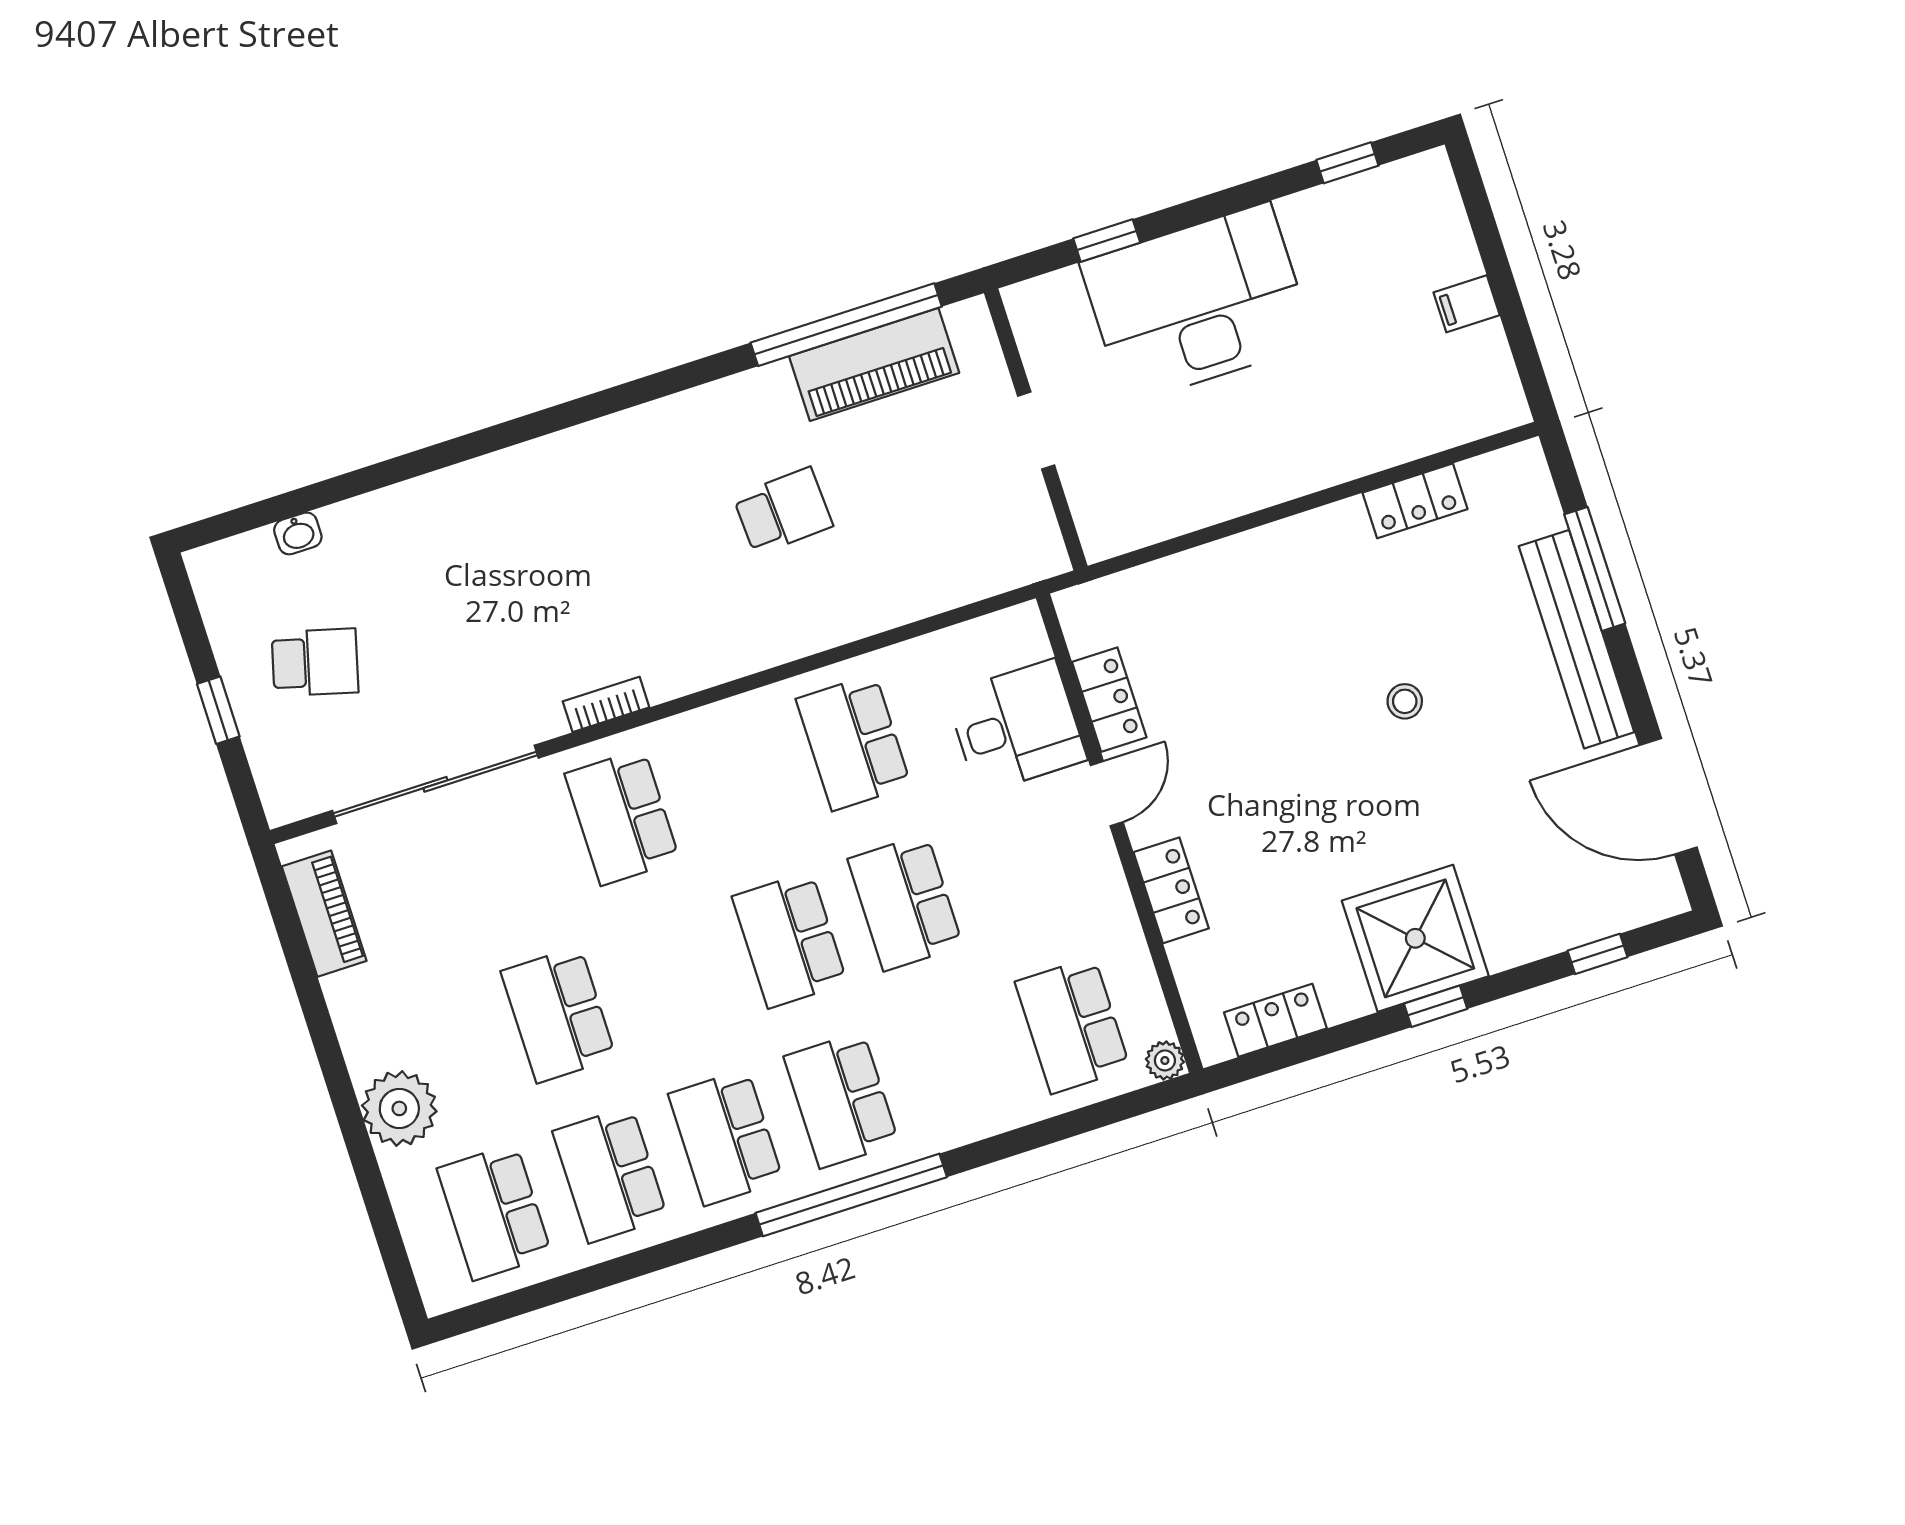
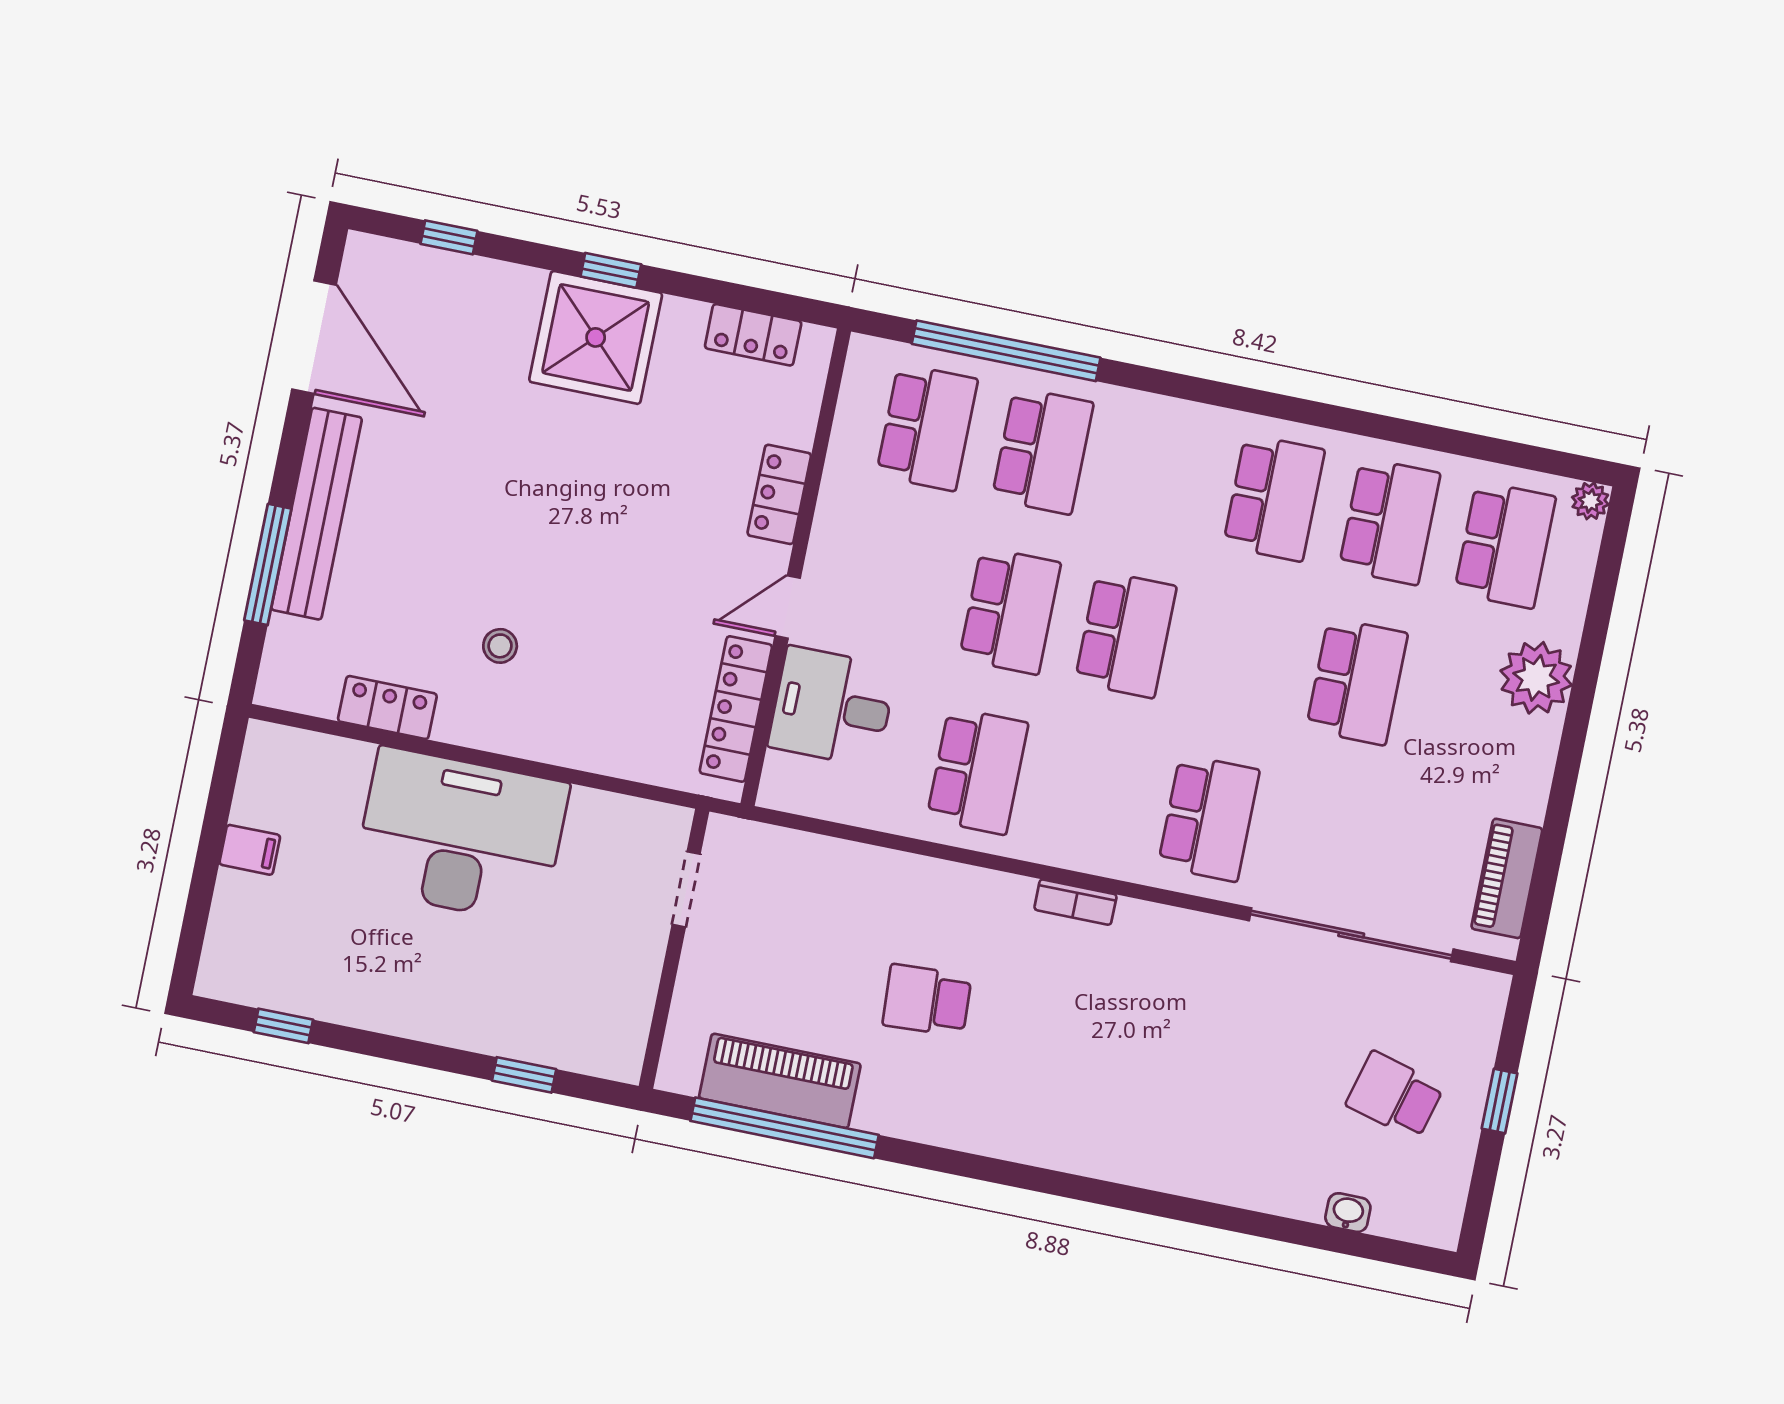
desk: (1197, 304) -> (461, 836), moved, turned 180
doorway: (1036, 431) -> (686, 889), moved
locker: (1109, 700) -> (736, 709), width x1.53
stool: (1405, 701) -> (500, 646), moved
bookcase: (606, 704) -> (1075, 902), moved
plant: (1165, 1060) -> (1590, 501), moved
school desk: (841, 1100) -> (1043, 451), moved
window: (851, 1195) -> (1006, 351), moved

